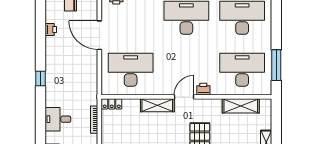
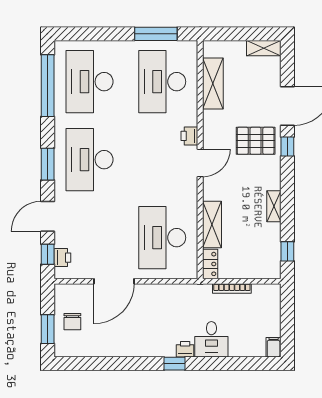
printer: (51, 30) -> (185, 349), moved
door: (184, 97) -> (200, 163), swing flipped
shelving: (157, 105) -> (212, 224), moved
desk: (58, 119) -> (211, 339), moved

